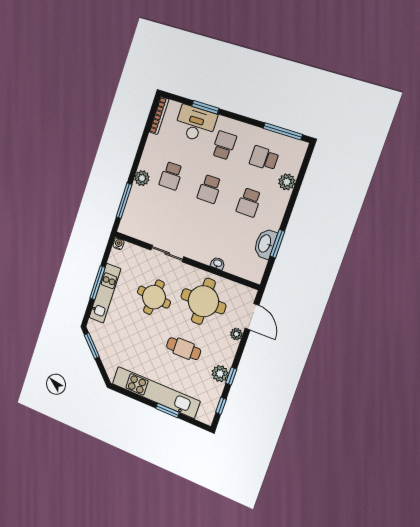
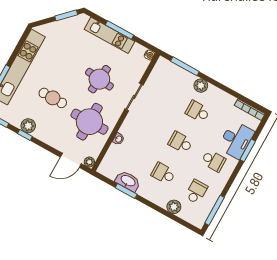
plant: (236, 334) -> (89, 162), moved
cafe table: (184, 349) -> (53, 98), turned 90

